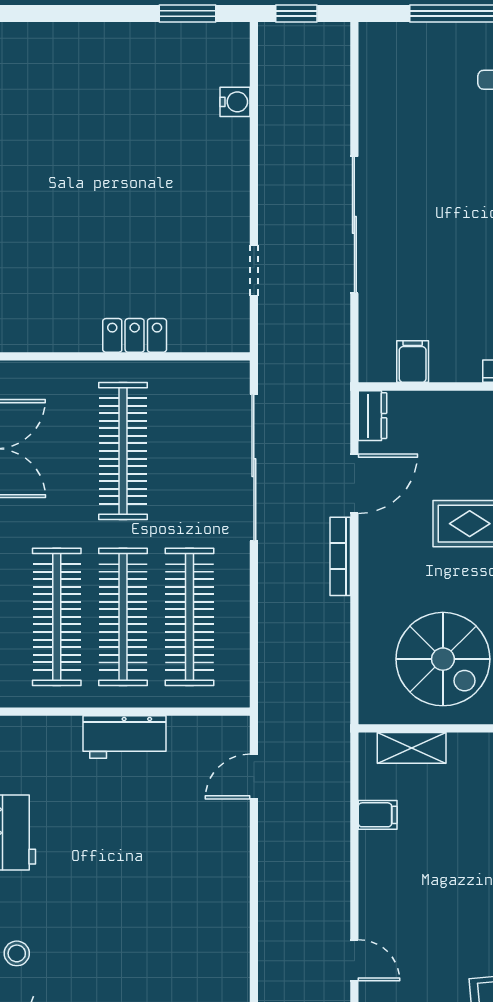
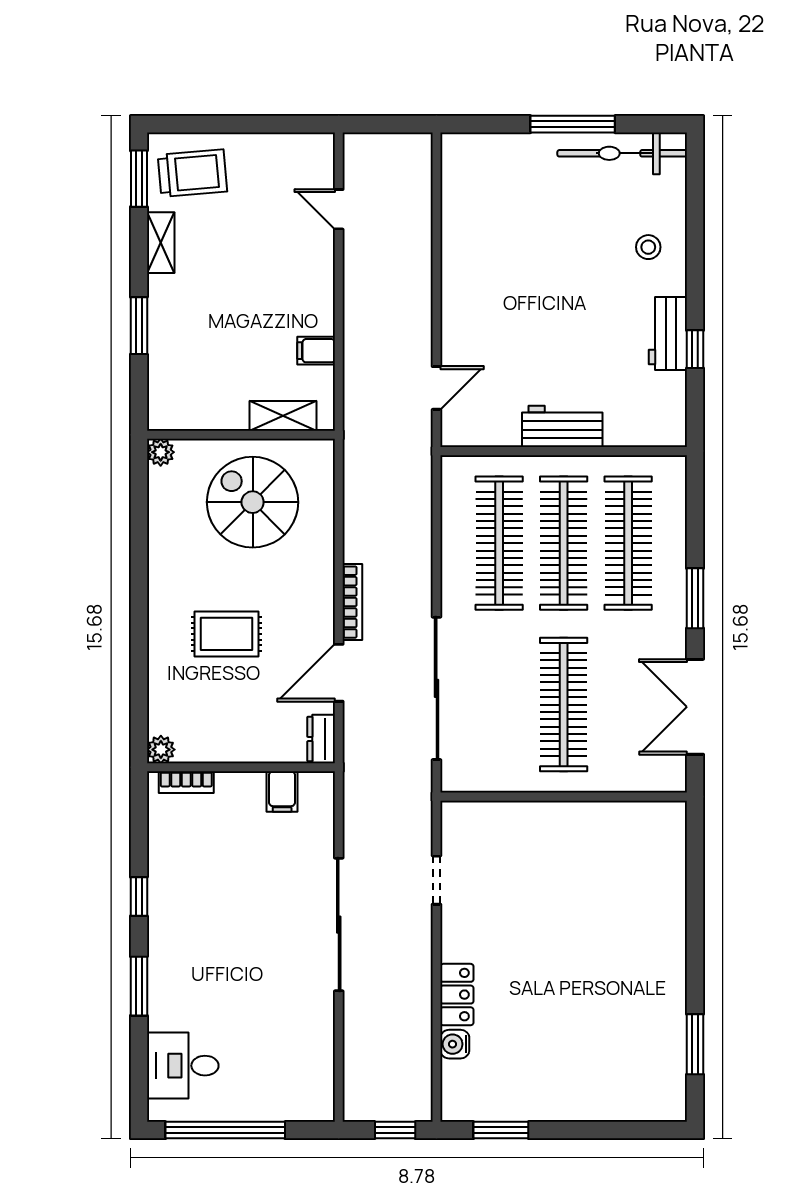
locker: (135, 335) -> (457, 995), moved, turned -90
stool: (17, 953) -> (648, 247), moved

